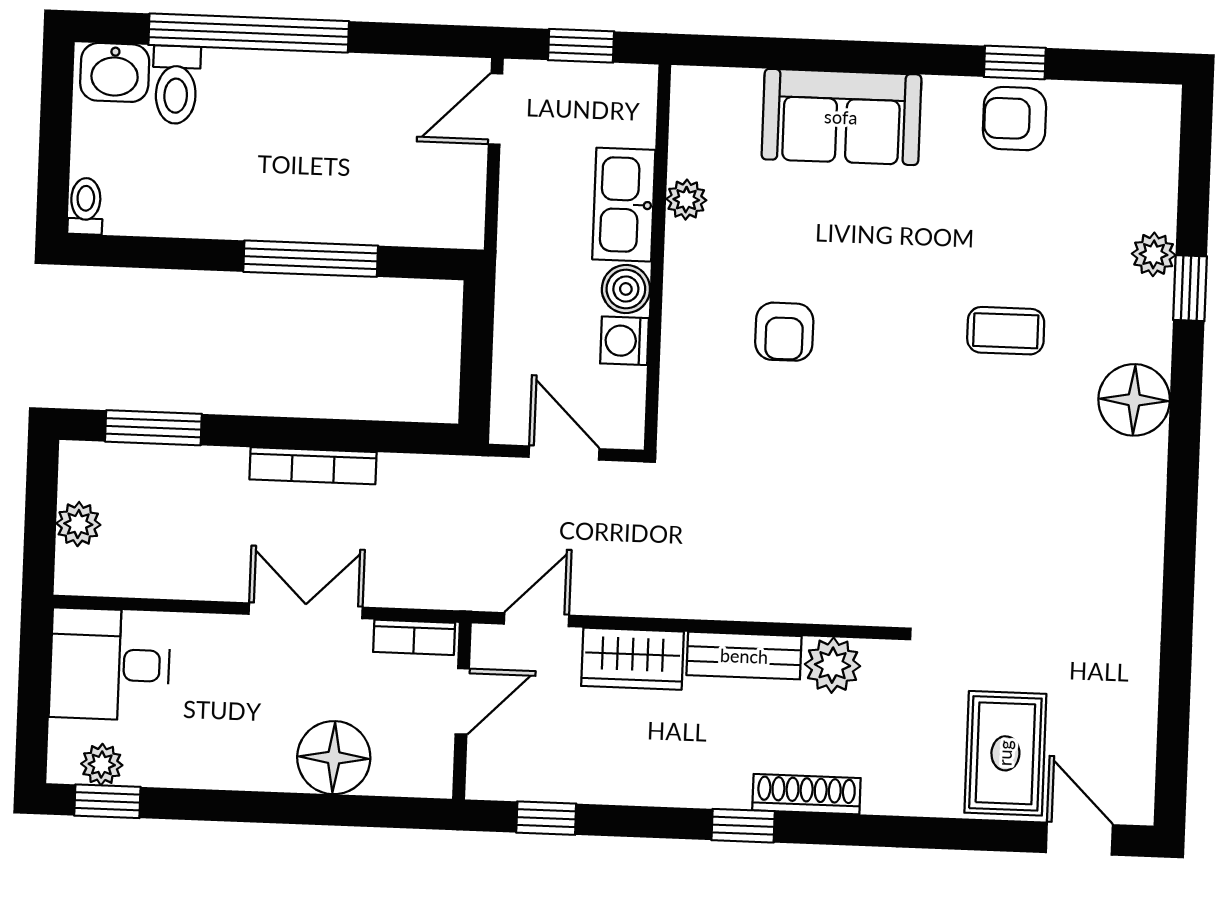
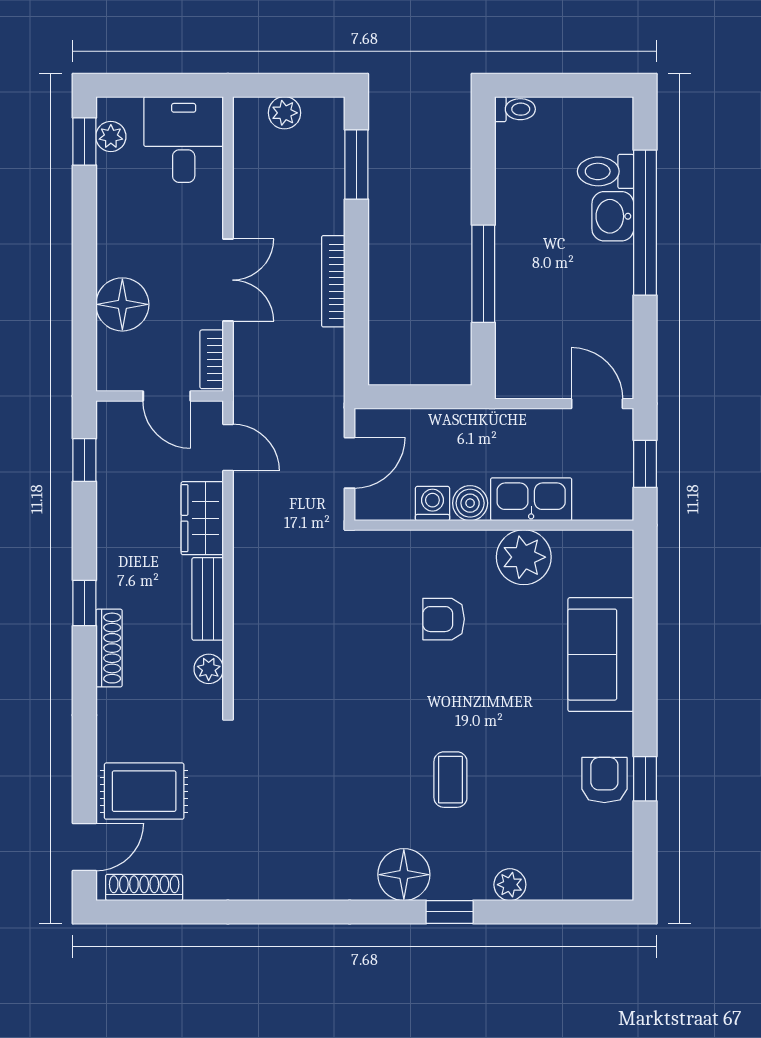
washbasin: (115, 72) -> (613, 216), moved
plant: (686, 200) -> (524, 557), width x1.87, depth x1.87
window: (1190, 288) -> (450, 912), moved
plant: (833, 665) -> (209, 669), width x0.73, depth x0.73
shoe rack: (1138, 758) -> (144, 887), added

